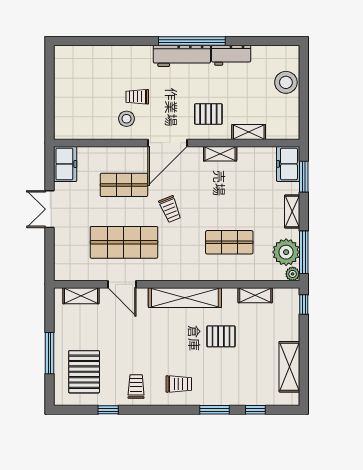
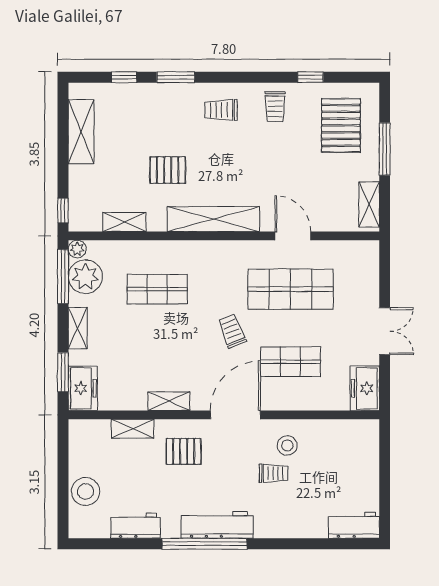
workbench: (231, 55) -> (136, 526), moved
workbench: (74, 56) -> (354, 525), added
shelving: (81, 296) -> (369, 204), moved, turned 90

